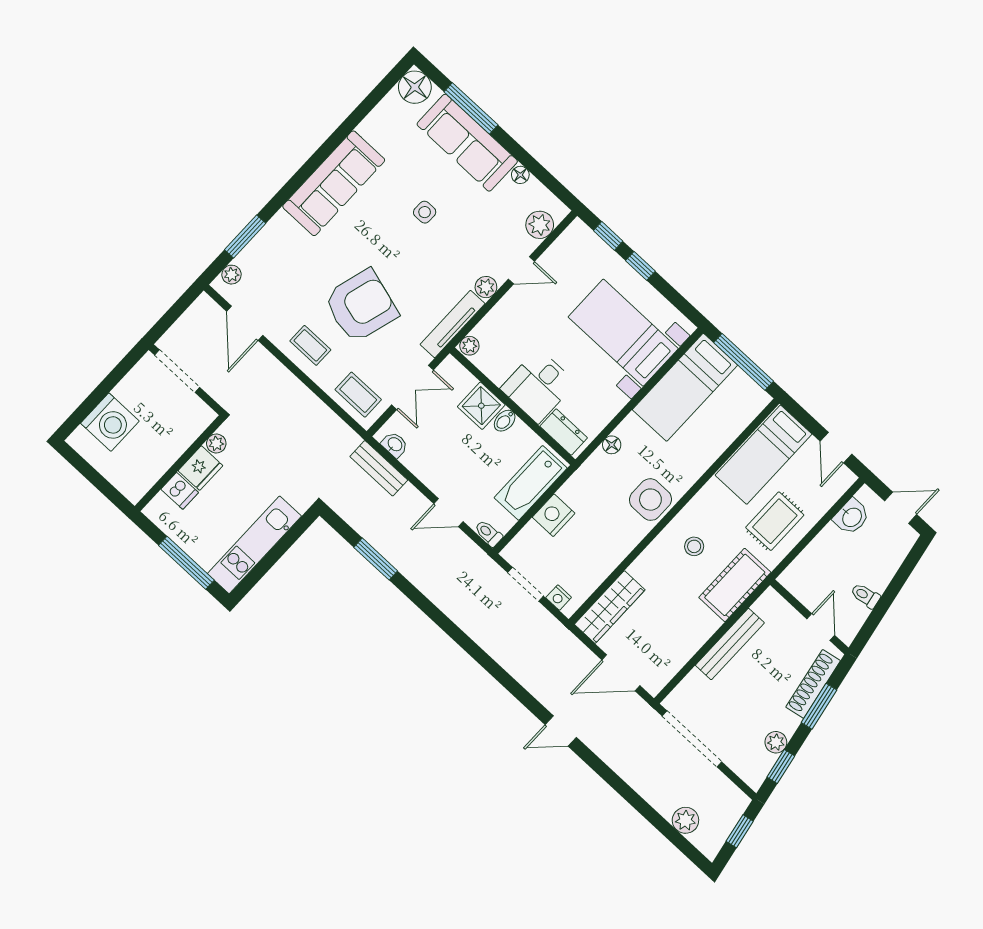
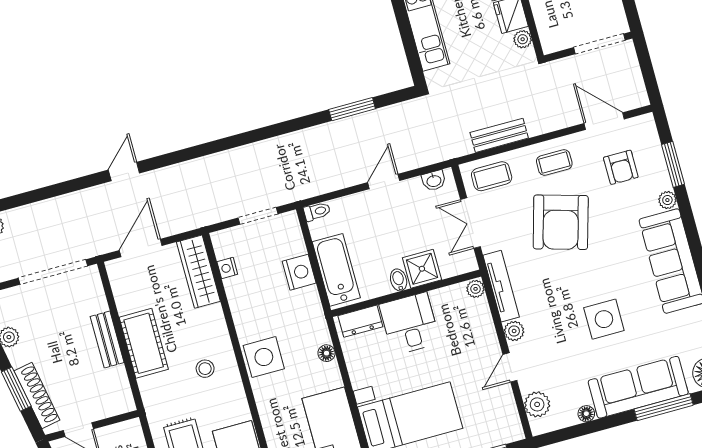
side table: (425, 212) -> (604, 319), width x1.87, depth x1.87
plant: (231, 275) -> (667, 200), moved
armchair: (277, 282) -> (621, 167), added
bench: (379, 468) -> (499, 135), moved
door: (448, 513) -> (384, 181), moved
cot: (735, 585) -> (144, 343), moved
nightstand: (559, 598) -> (227, 268), moved, turned -90
bench: (730, 644) -> (107, 339), width x0.73

